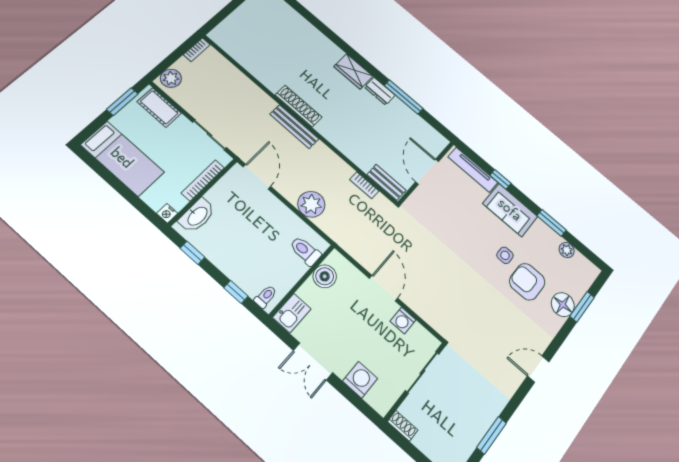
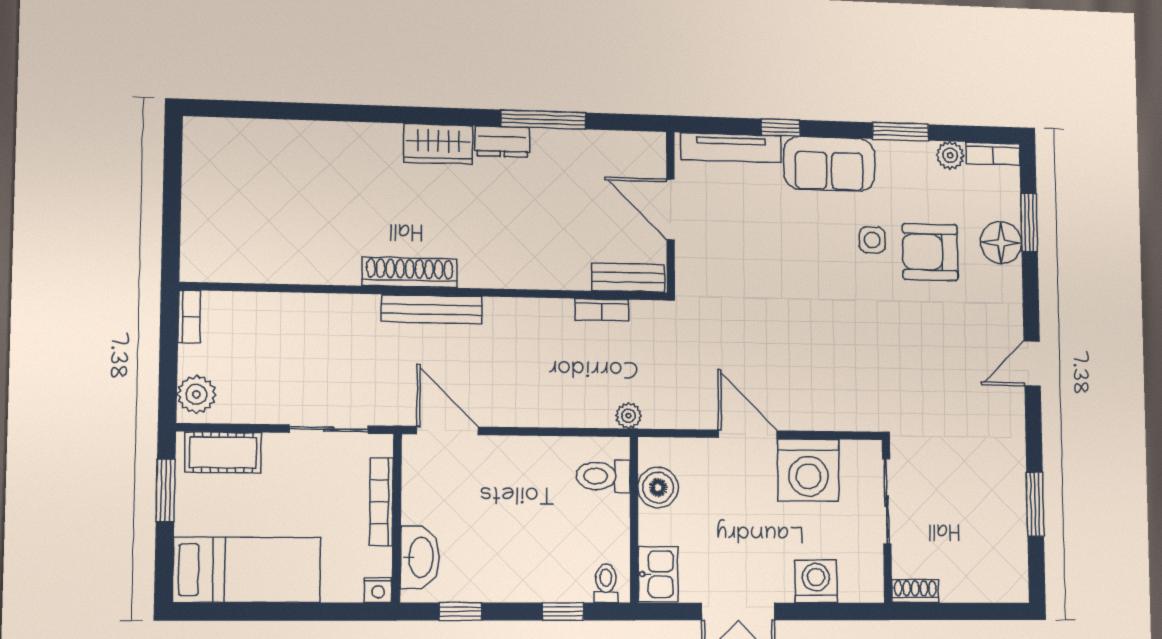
plant: (311, 204) -> (629, 416), moved, width x0.53, depth x0.53
bookcase: (587, 265) -> (993, 154), added
washing machine: (403, 321) -> (808, 470), width x1.89, depth x1.89

